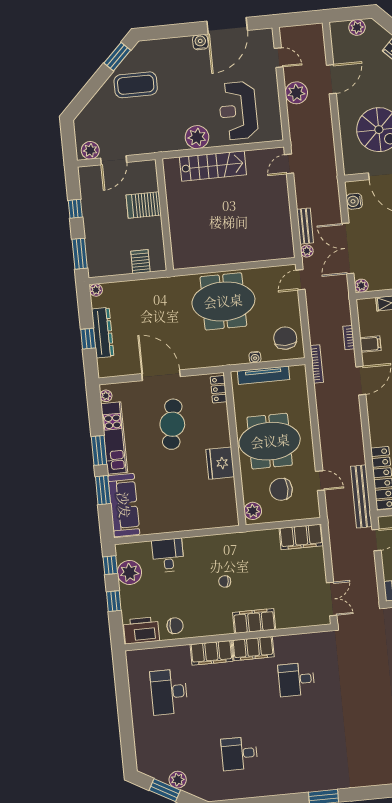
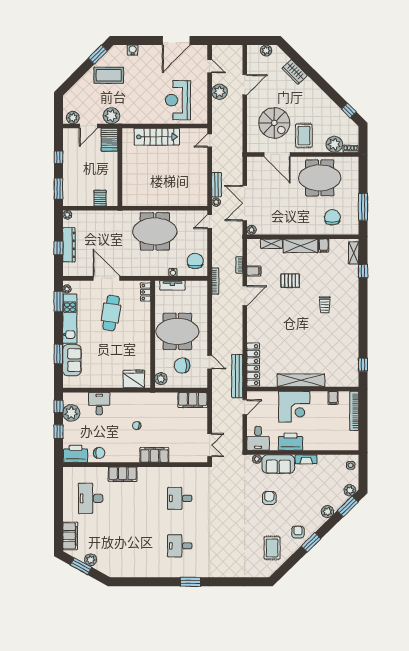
water cooler: (200, 42) -> (133, 50), moved
plant: (197, 137) -> (111, 116), moved
water cooler: (354, 201) -> (252, 171), removed
server rack: (144, 205) -> (109, 140), moved, turned -90
tv unit: (264, 375) -> (172, 285), width x0.71
window: (99, 450) -> (58, 301), moved
fridge: (220, 463) -> (134, 379), moved, turned 90
sofa: (124, 505) -> (72, 360), width x0.73
filing cabinet: (253, 649) -> (70, 536), moved, turned -90
desk: (239, 754) -> (180, 546), moved

